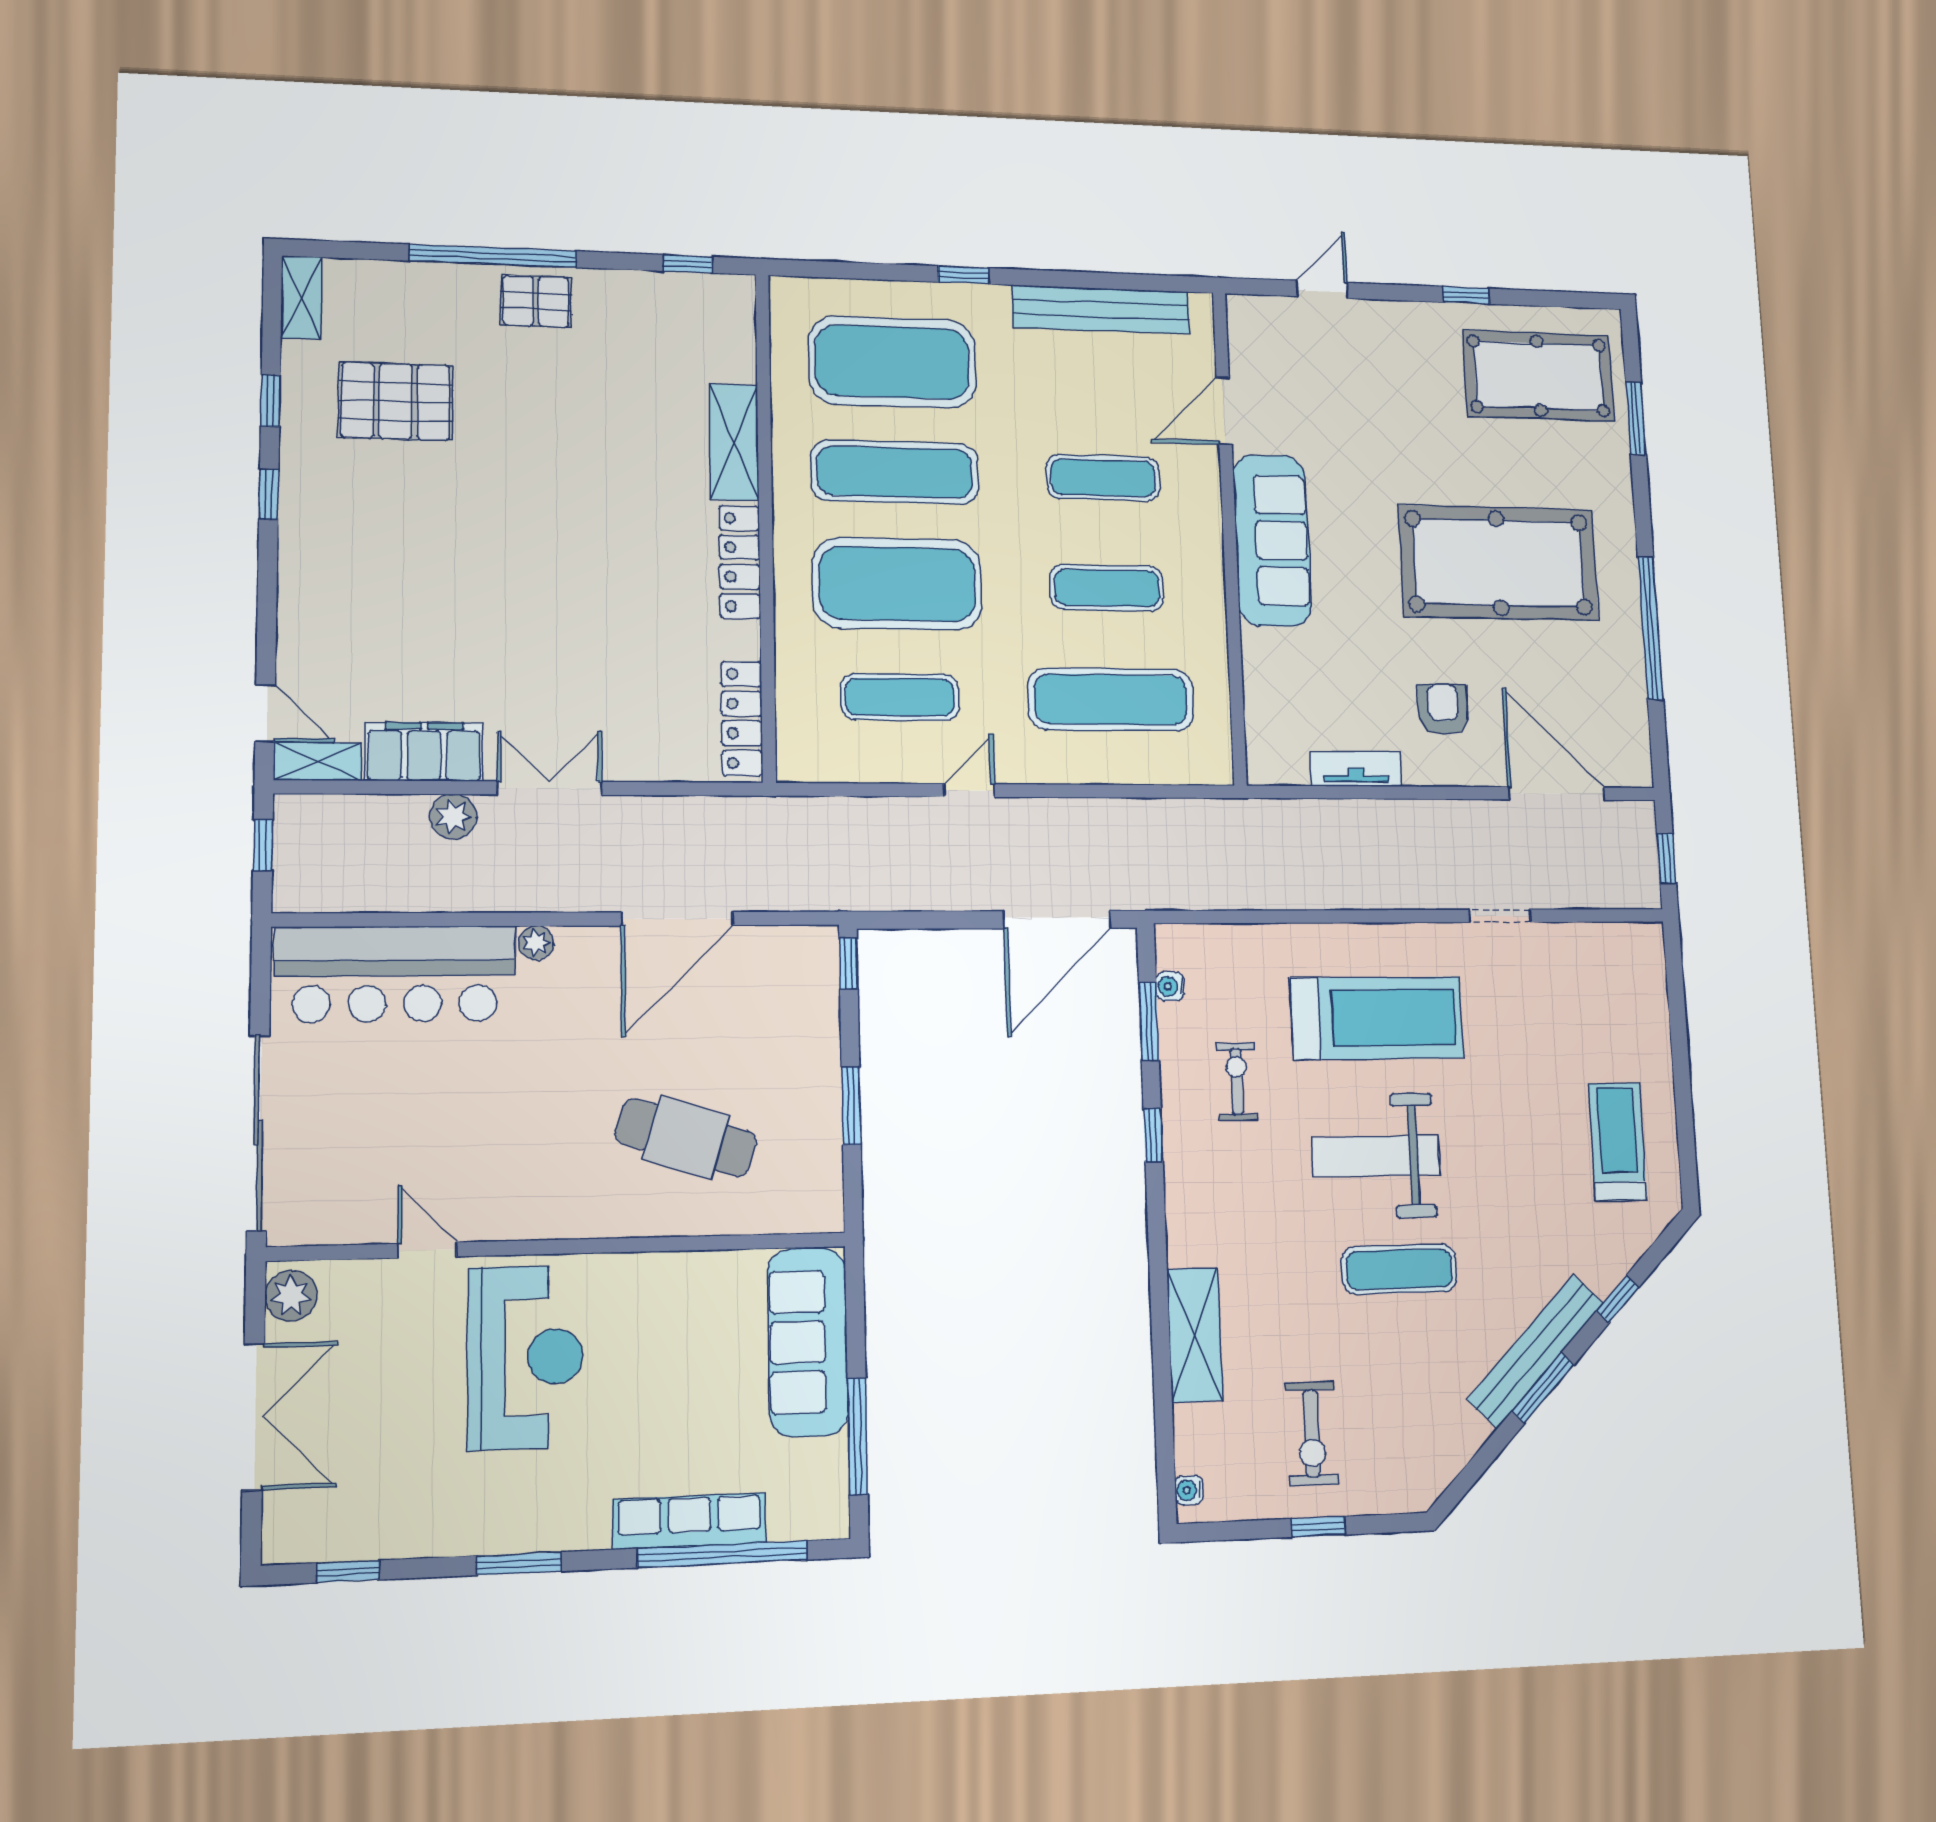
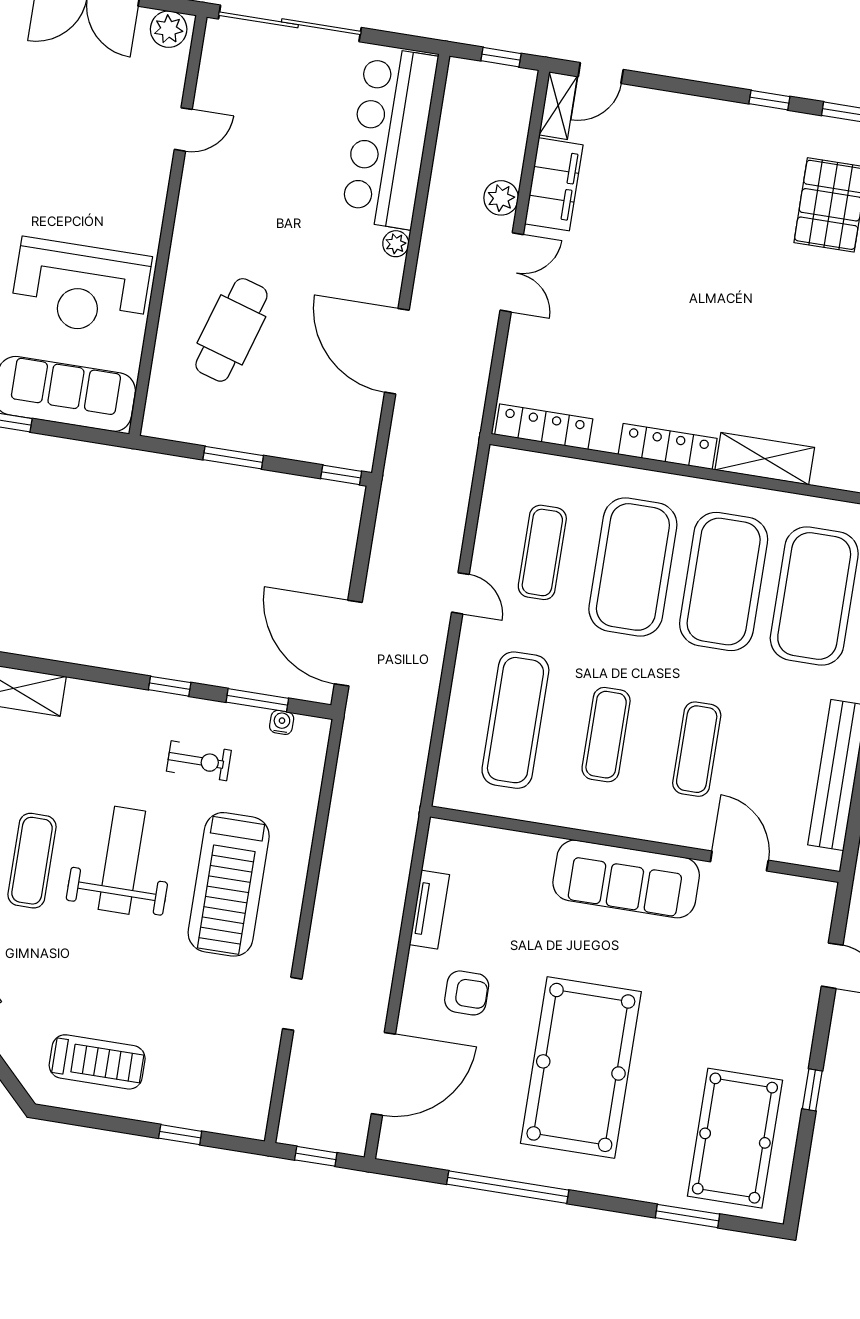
exercise mat: (895, 472) -> (724, 581), width x1.47
window: (1678, 1025) -> (180, 1135), added
reception desk: (525, 1357) -> (81, 287), moved

